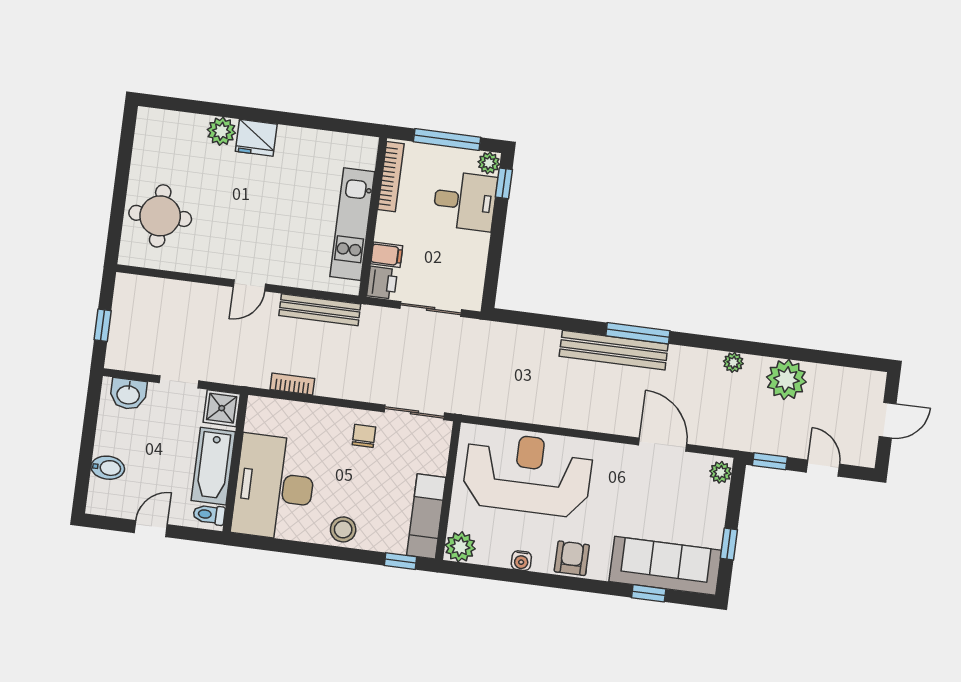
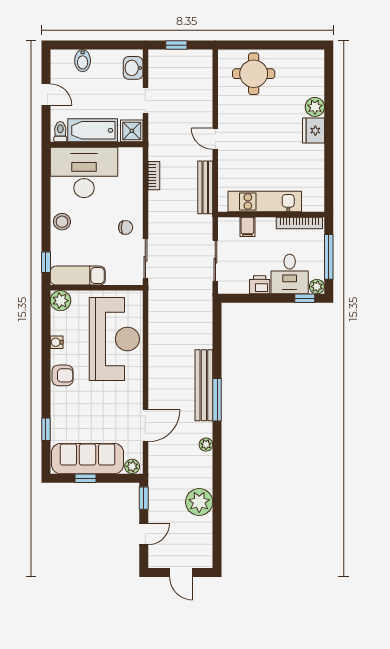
printer: (382, 283) -> (260, 285), moved, turned 180
plant: (733, 362) -> (206, 445), moved
sofa: (665, 566) -> (88, 459), moved, turned -90

